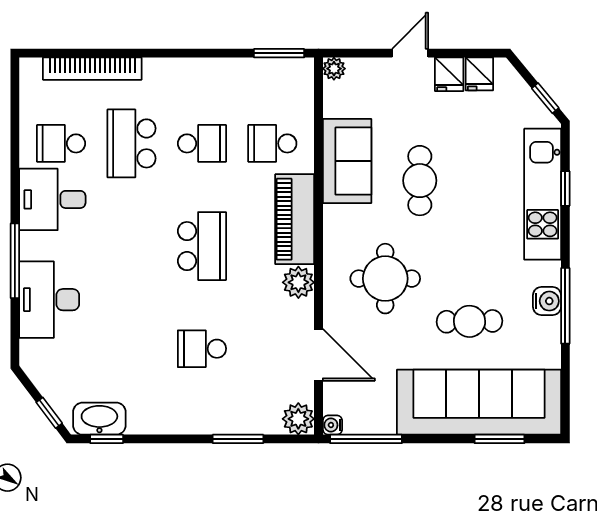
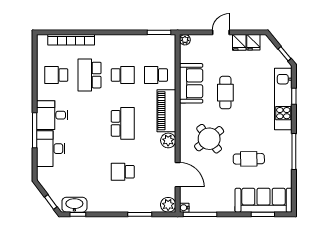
desk: (52, 199) -> (52, 115), moved
round table: (385, 279) -> (209, 139), turned -38
water cooler: (547, 301) -> (285, 149), removed
sofa: (479, 402) -> (264, 200), width x0.74, depth x0.79

